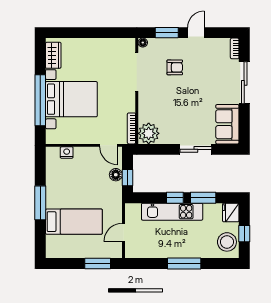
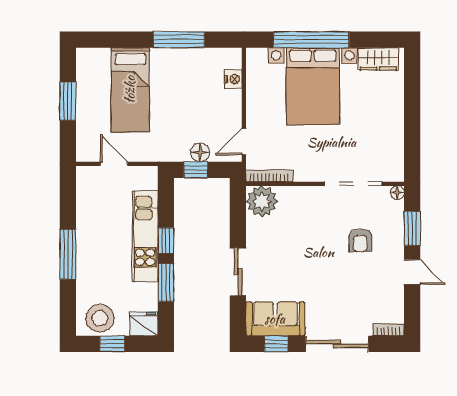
window: (244, 124) -> (276, 344), added
window: (40, 203) -> (179, 40), moved
window: (98, 263) -> (68, 101), moved

